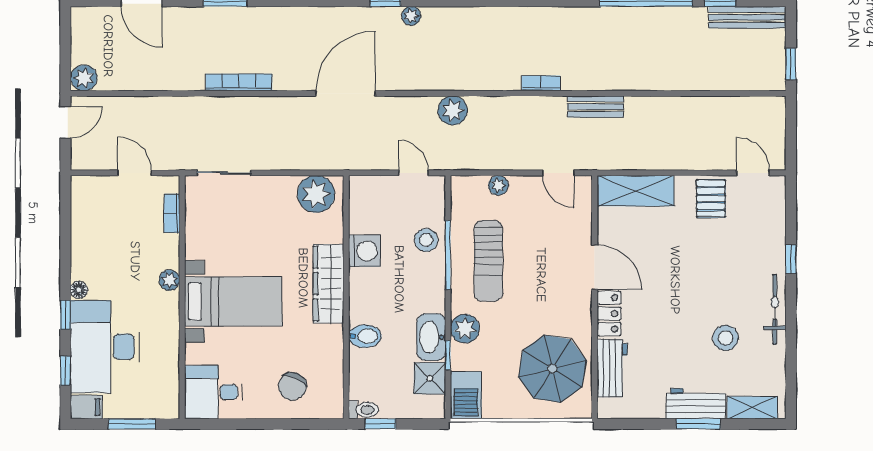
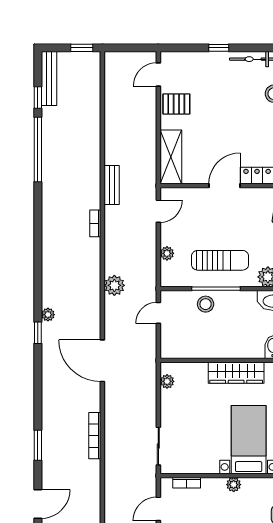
plant: (316, 194) -> (167, 381), width x0.53, depth x0.53
washing machine: (364, 251) -> (213, 347), removed

